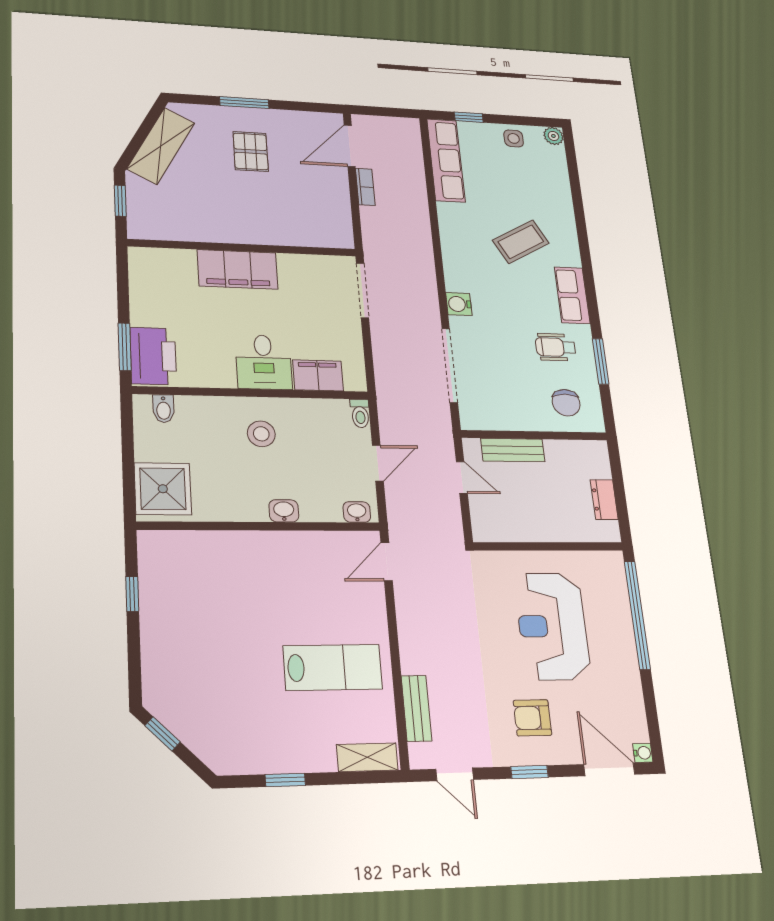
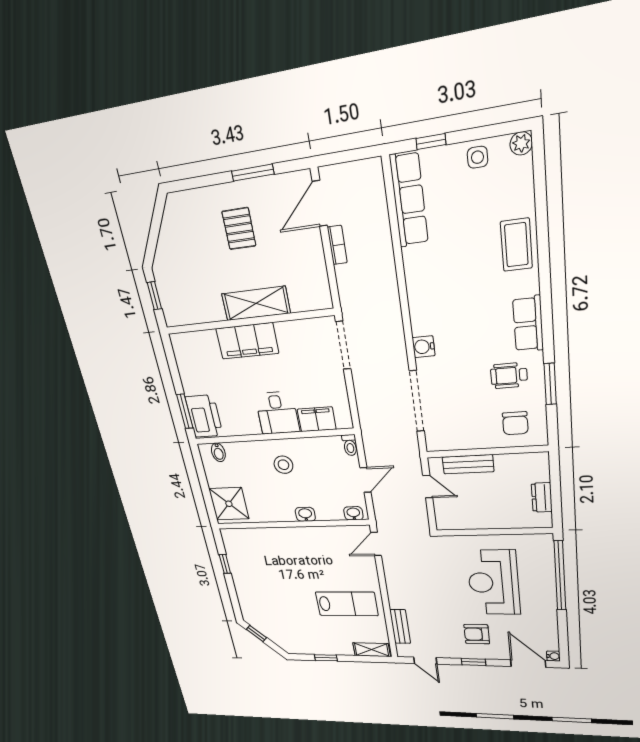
window: (244, 103) -> (253, 173), moved
shelving: (161, 146) -> (256, 304), moved, turned 61
coffee table: (521, 242) -> (516, 245), moved, turned -61

